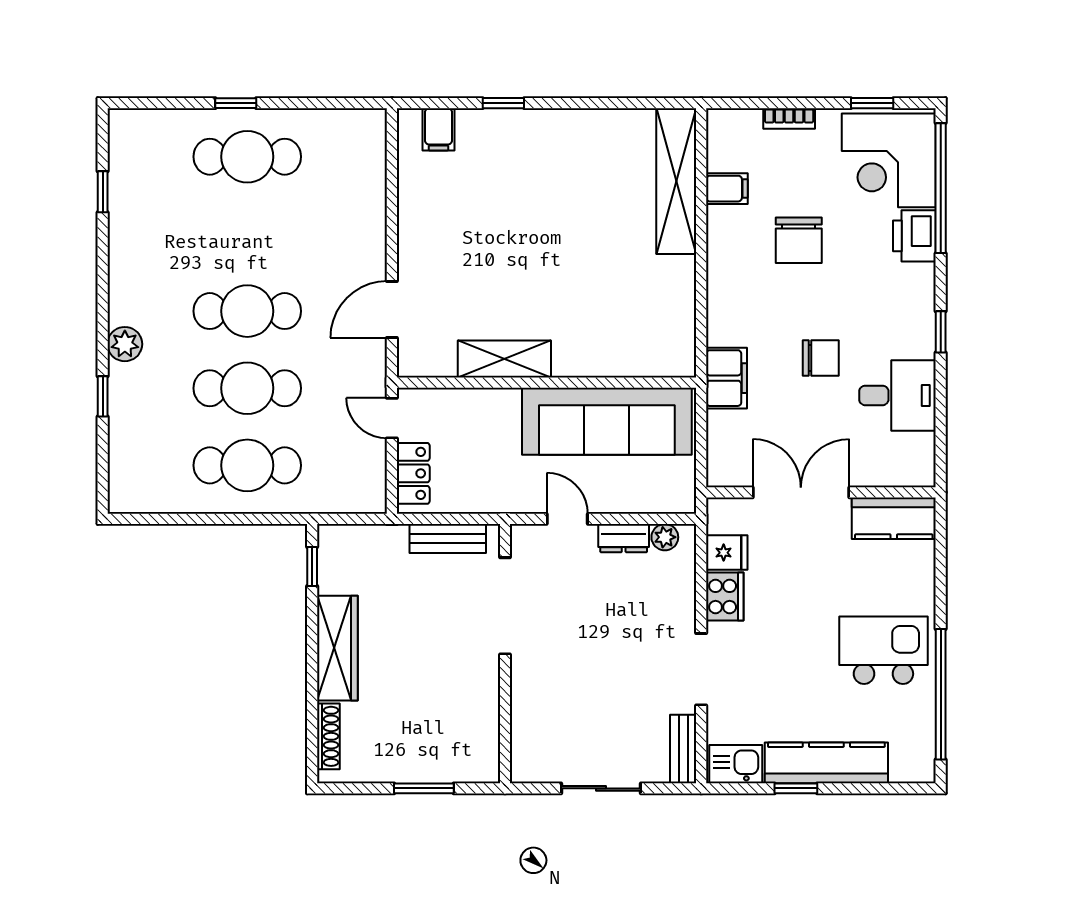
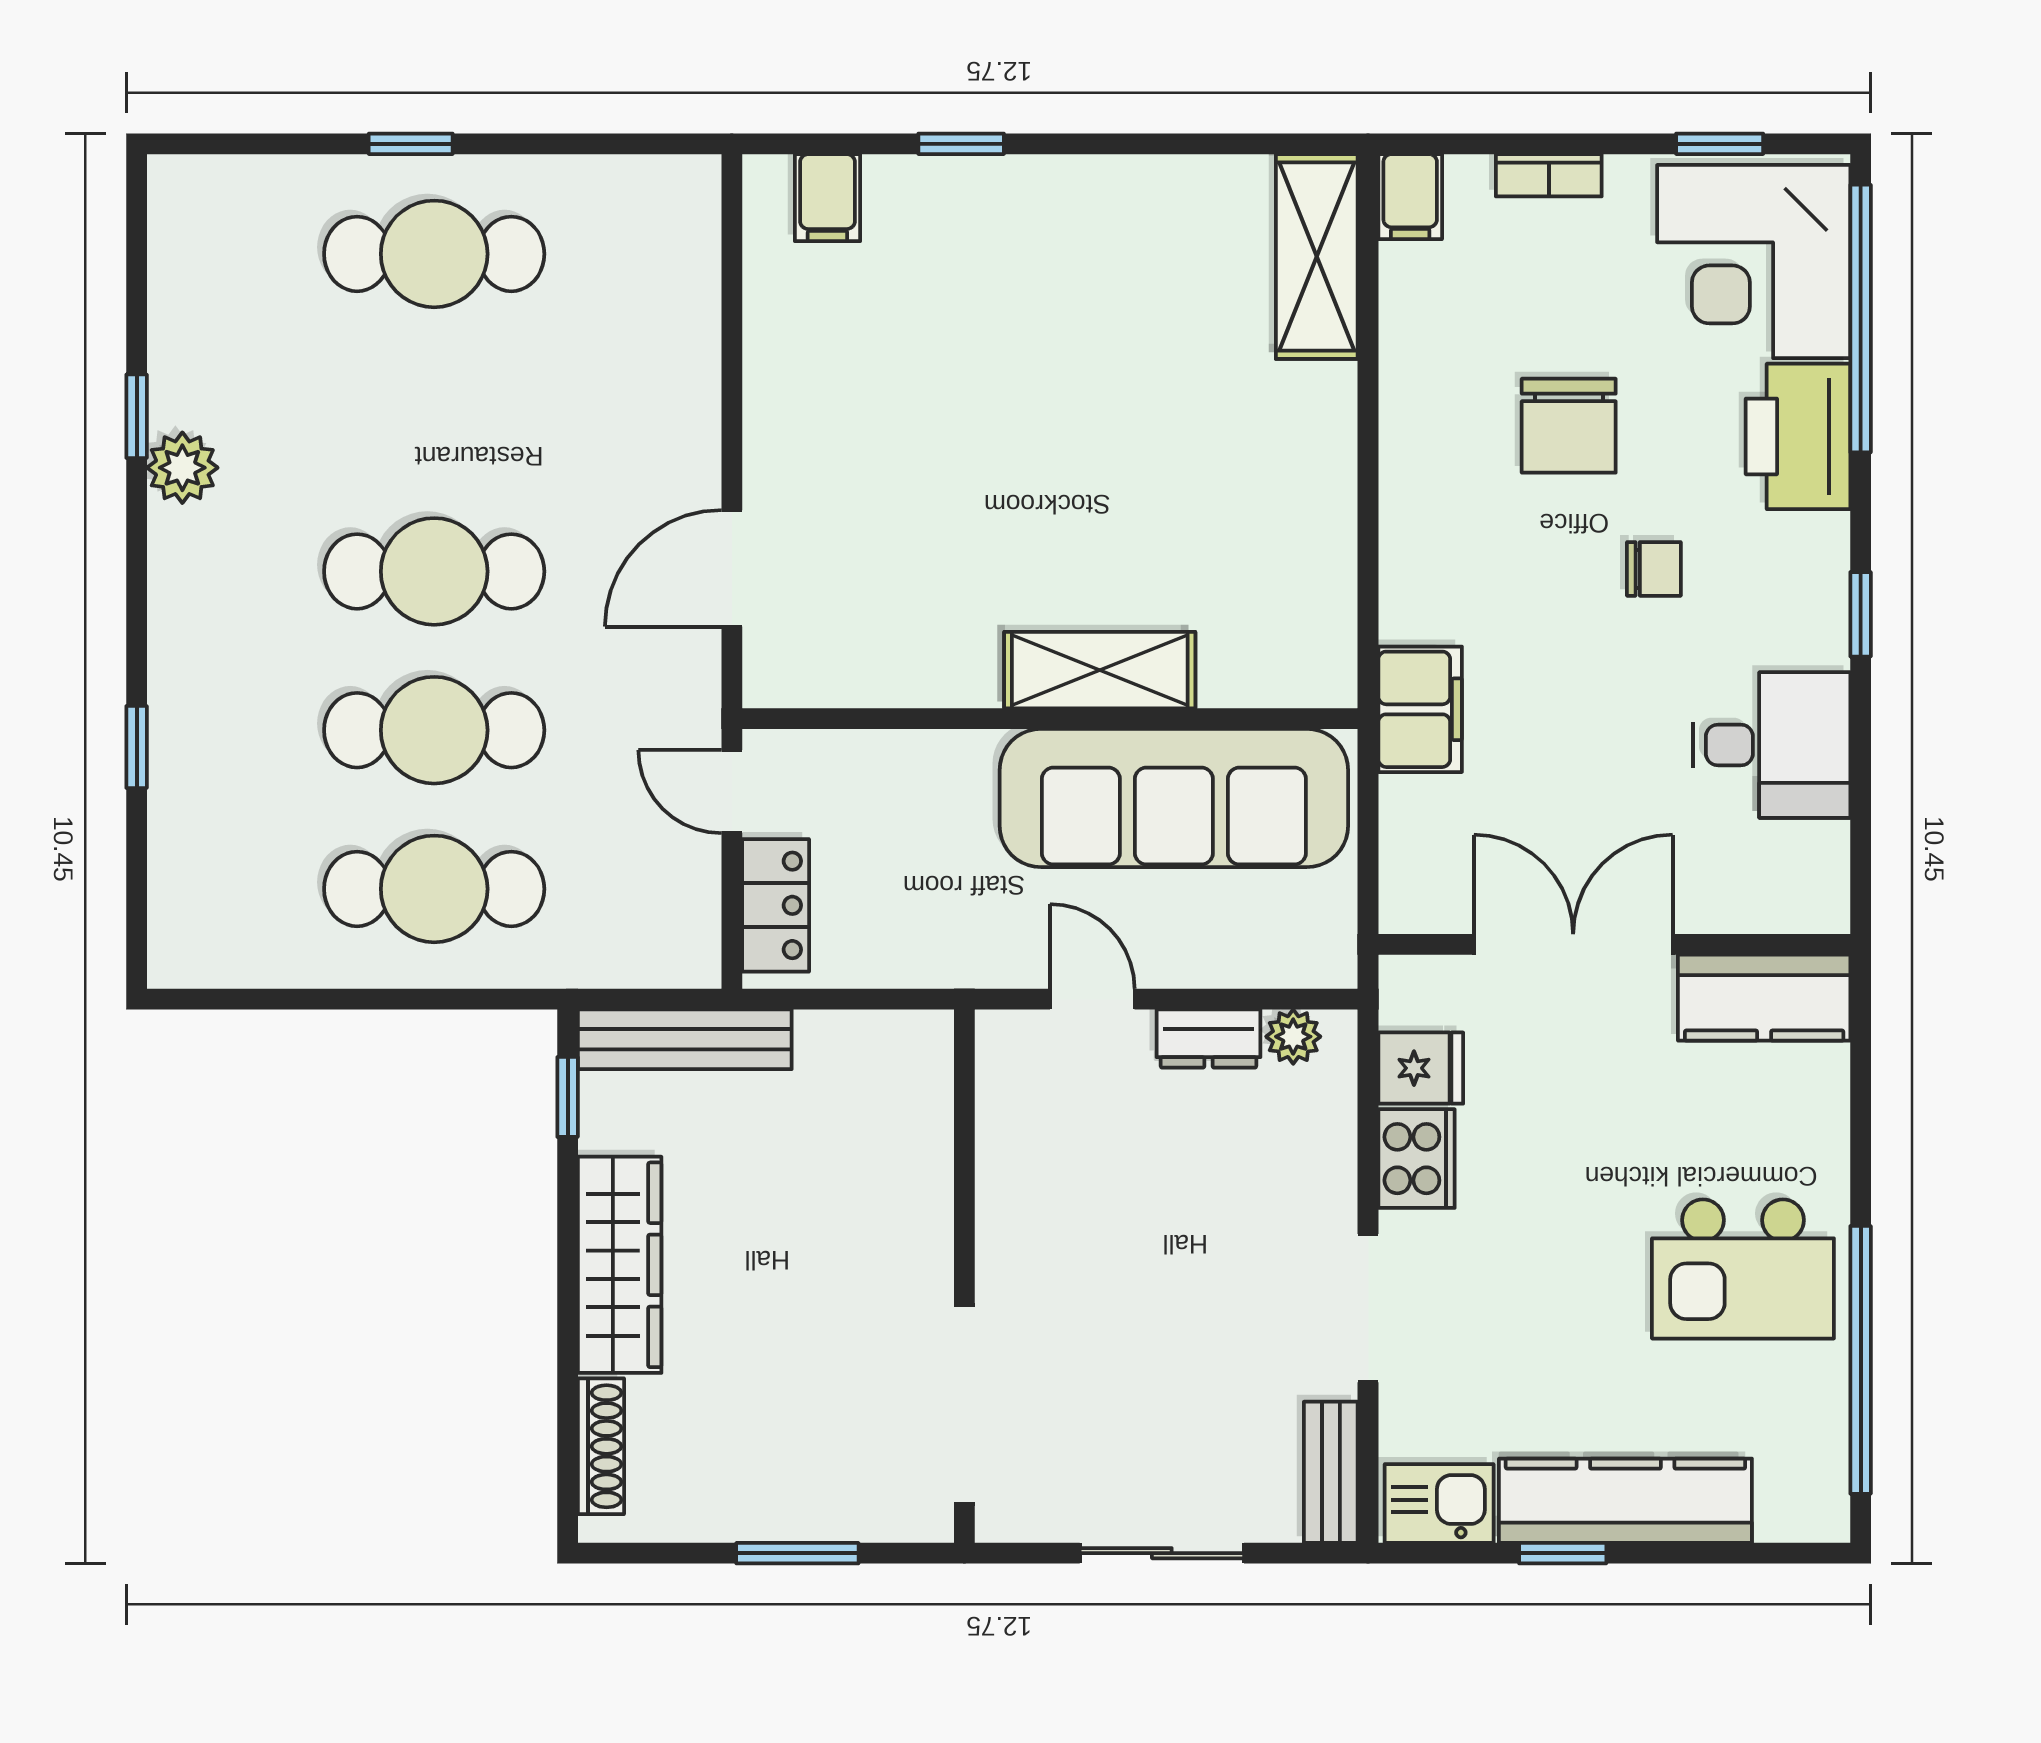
shelving: (676, 181) -> (1317, 257), width x0.68
filing cabinet: (727, 189) -> (1410, 197), moved, turned 90
window: (103, 192) -> (137, 416), moved
printer: (914, 236) -> (1798, 436), width x1.37, depth x1.19
plant: (125, 344) -> (182, 468), moved
chair: (821, 358) -> (1654, 569), moved, width x0.73, depth x0.73
shelving: (504, 359) -> (1100, 670), moved
bench: (448, 538) -> (685, 1039), moved, width x1.36
doorway: (505, 606) -> (964, 1405), moved
kitchen island: (883, 650) -> (1743, 1269), turned 180

